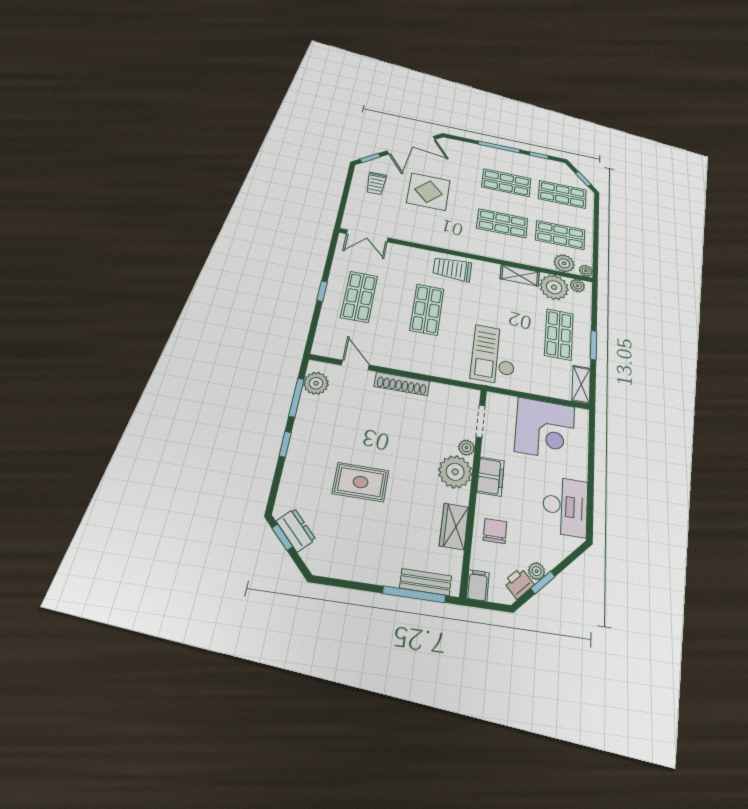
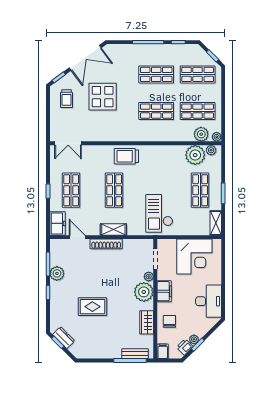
shelving: (520, 275) -> (113, 229), moved
freezer: (327, 339) -> (57, 223), added
plant: (316, 383) -> (57, 273), moved

